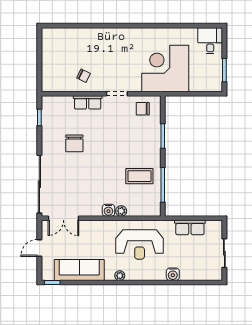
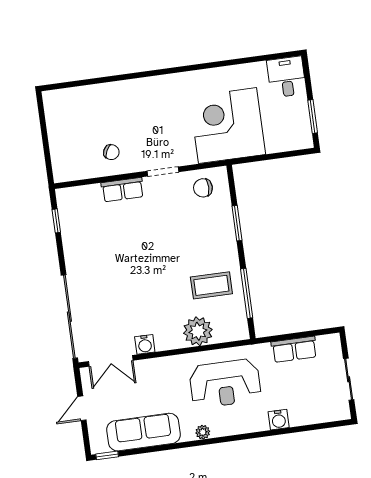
chair: (74, 143) -> (111, 251), removed
water cooler: (108, 210) -> (145, 344), moved
plant: (121, 211) -> (198, 331), width x1.88, depth x1.88

